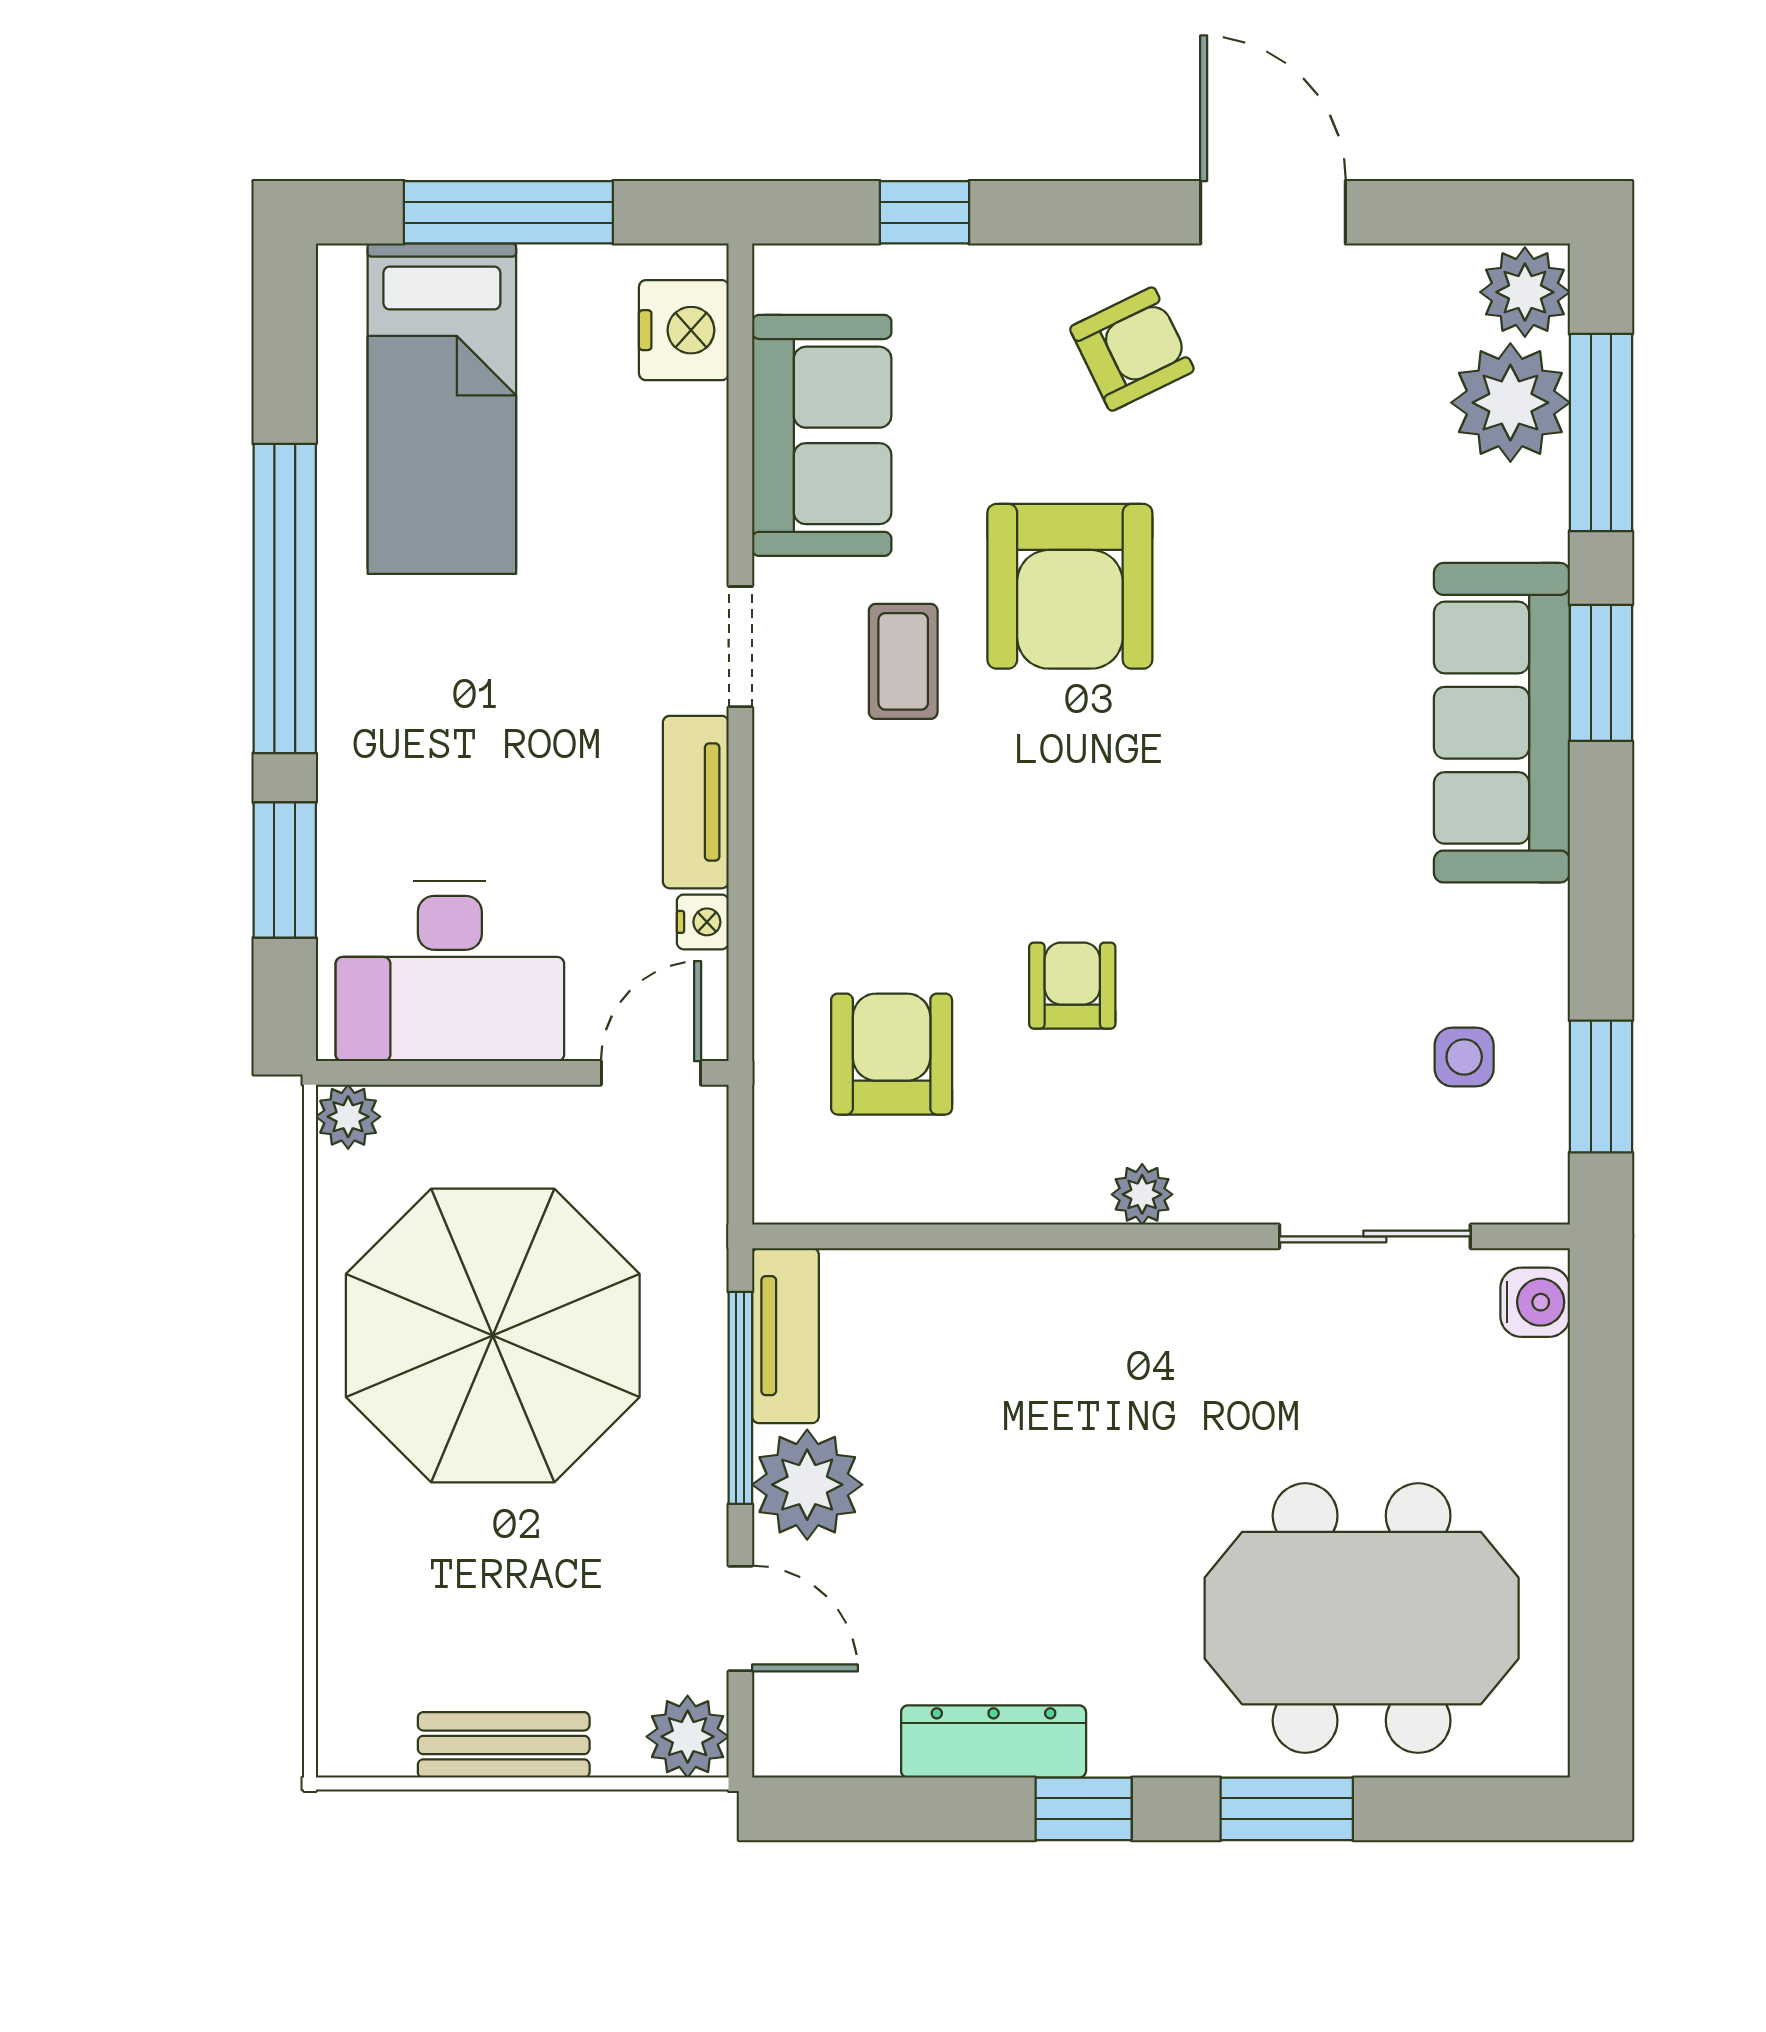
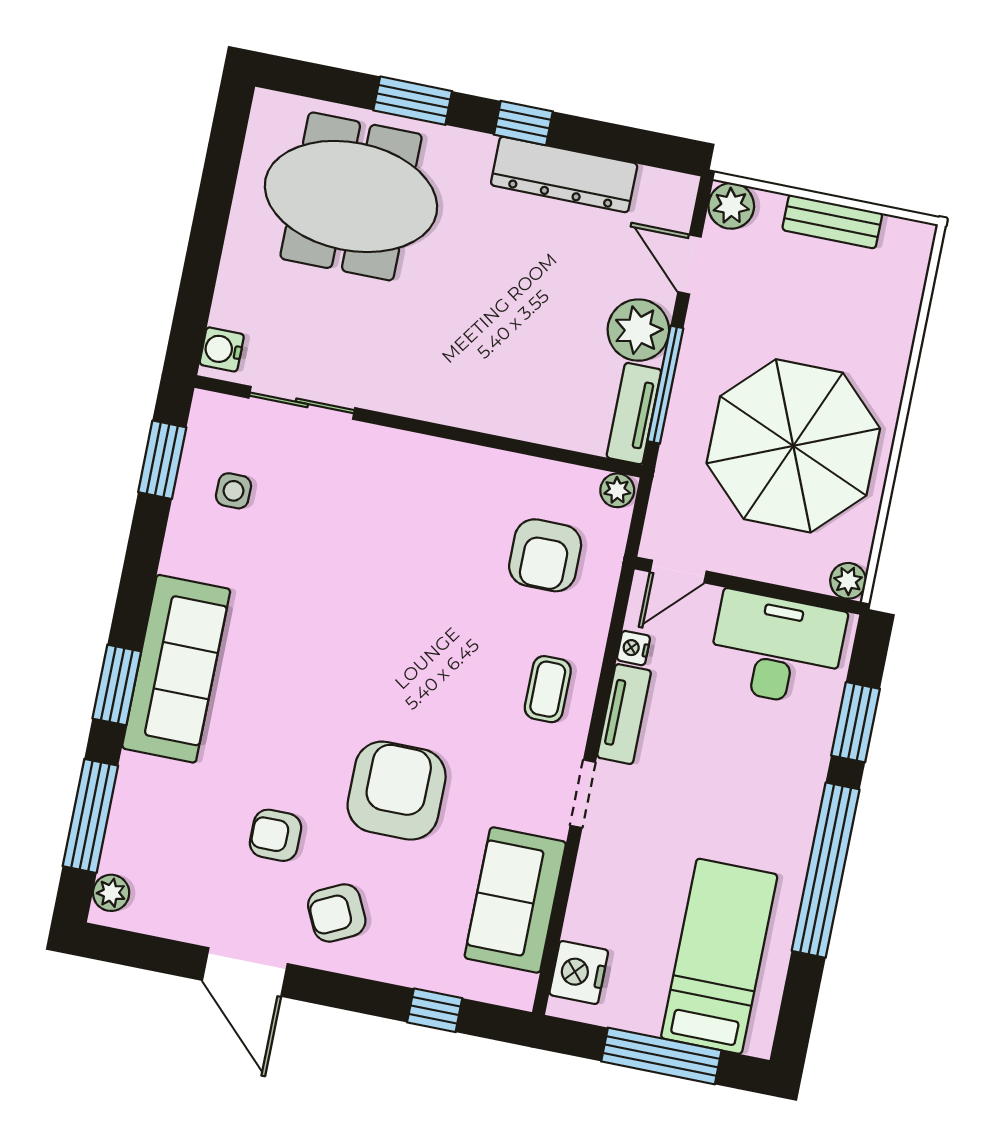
plant: (1525, 292) -> (111, 893), width x0.73, depth x0.73
plant: (1510, 403) -> (136, 842), removed
coffee table: (903, 661) -> (548, 689), moved
armchair: (1072, 986) -> (276, 835), moved, turned 90
plant: (1142, 1194) -> (617, 490), moved
dresser: (994, 1742) -> (564, 174), width x1.37, depth x1.24

